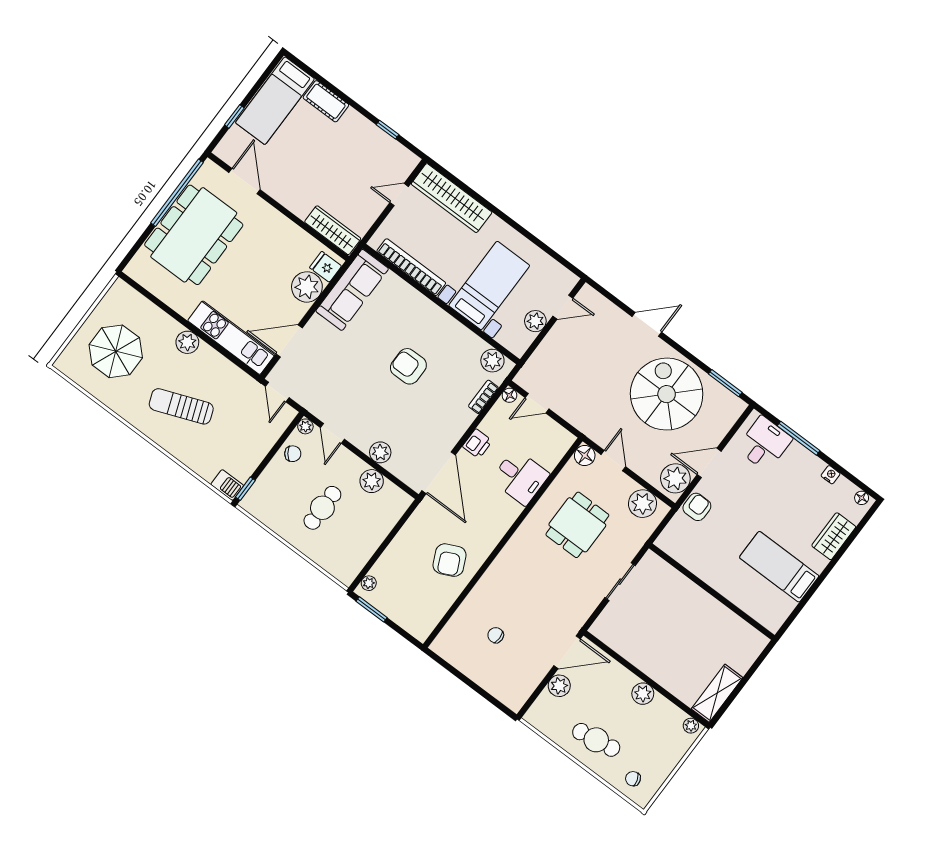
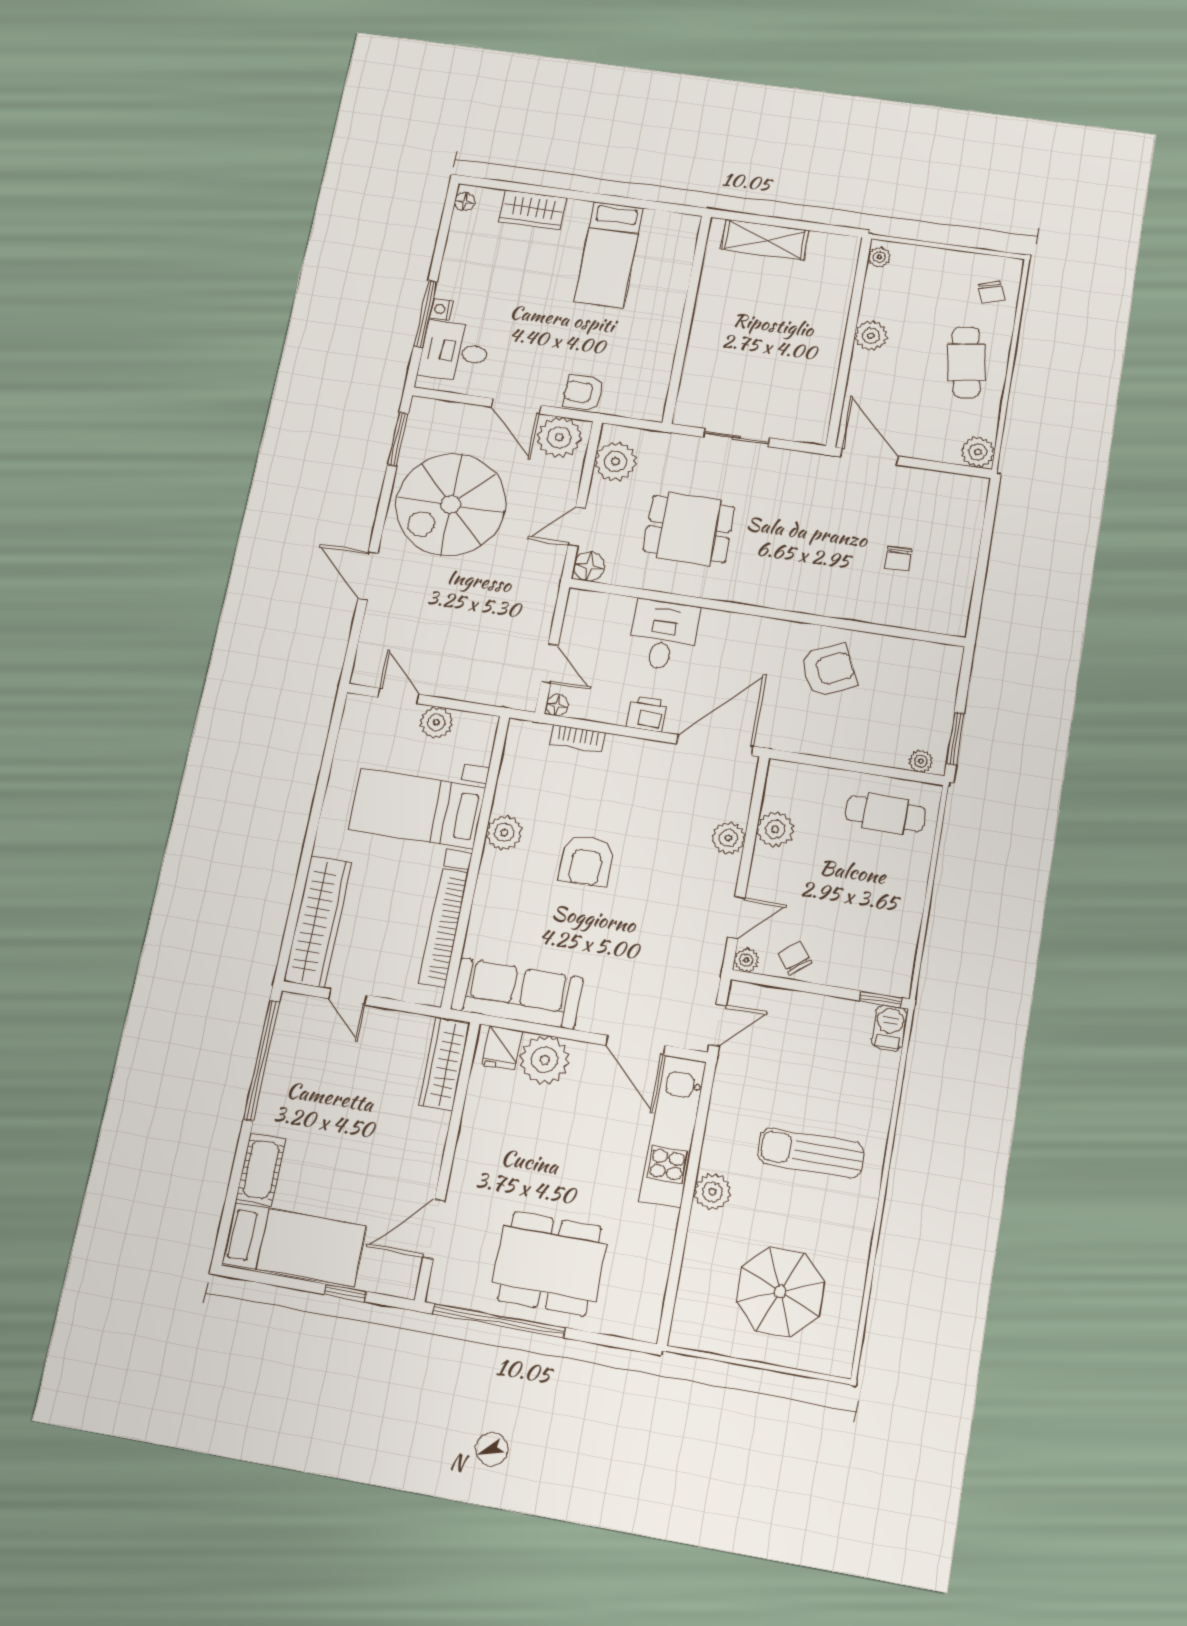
window: (387, 130) -> (261, 1060), width x3.17
dining table: (194, 235) -> (549, 1264), width x0.73, depth x0.80
plant: (492, 361) -> (504, 833), moved
sun lounger: (181, 406) -> (811, 1153), turned 111
nightstand: (831, 475) -> (441, 309), moved
cafe table: (322, 508) -> (885, 814), moved
plant: (559, 686) -> (978, 452), moved
shelving: (717, 693) -> (765, 240), moved

